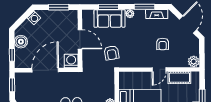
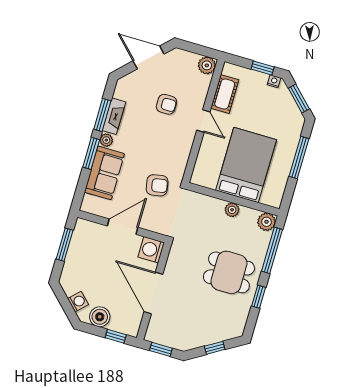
window: (108, 7) -> (91, 153), moved
fireplace: (157, 14) -> (114, 116), moved
washing machine: (34, 18) -> (78, 302), moved

